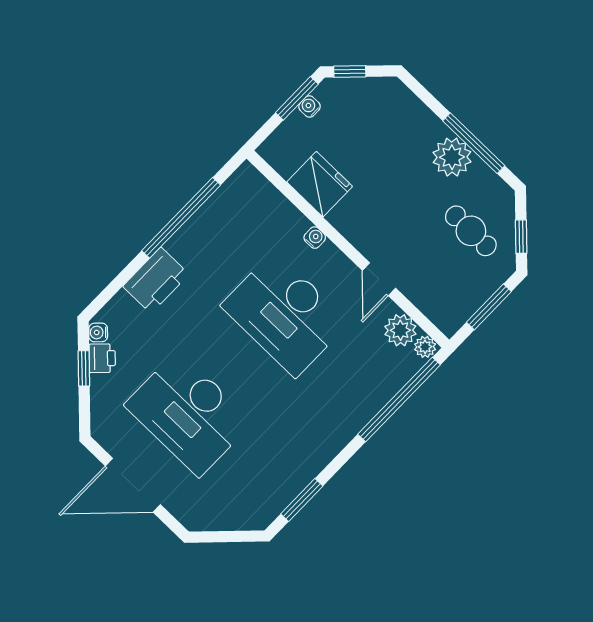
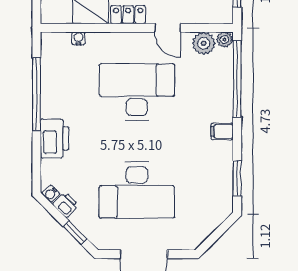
locker: (352, 227) -> (128, 15), added
water cooler: (315, 238) -> (78, 38), moved
desk: (285, 314) -> (137, 92), turned 180
window: (84, 368) -> (75, 233), moved
filing cabinet: (333, 438) -> (222, 131), added

